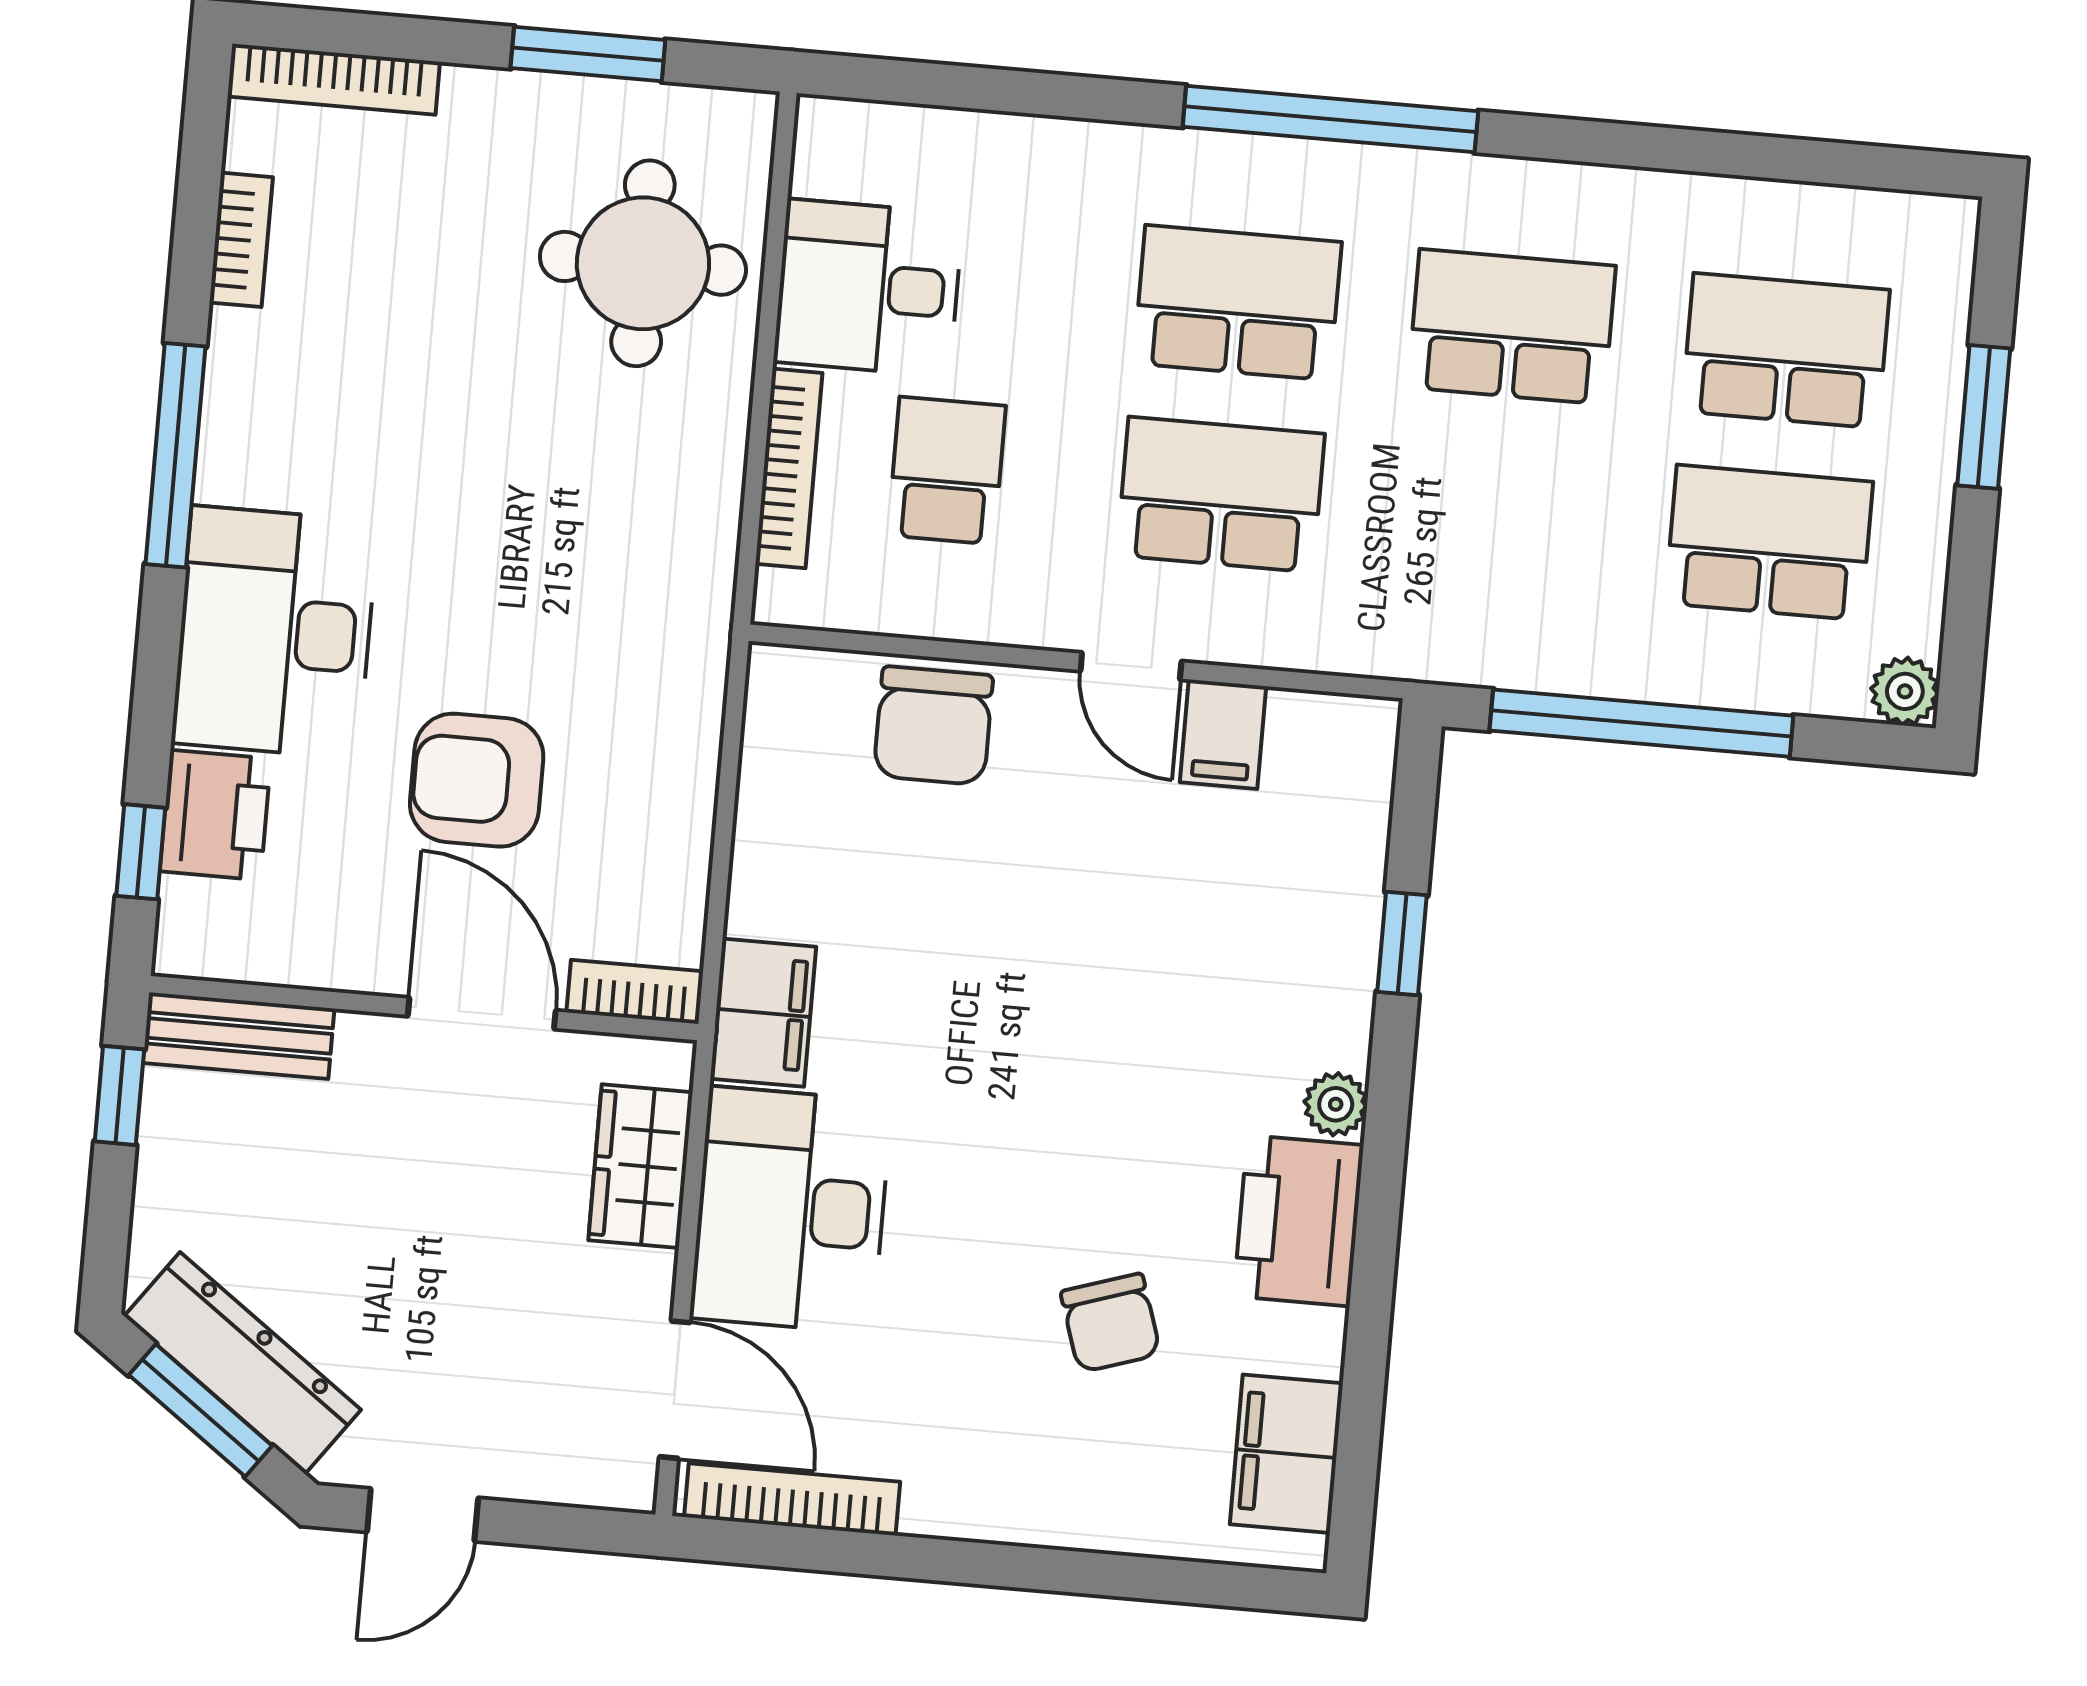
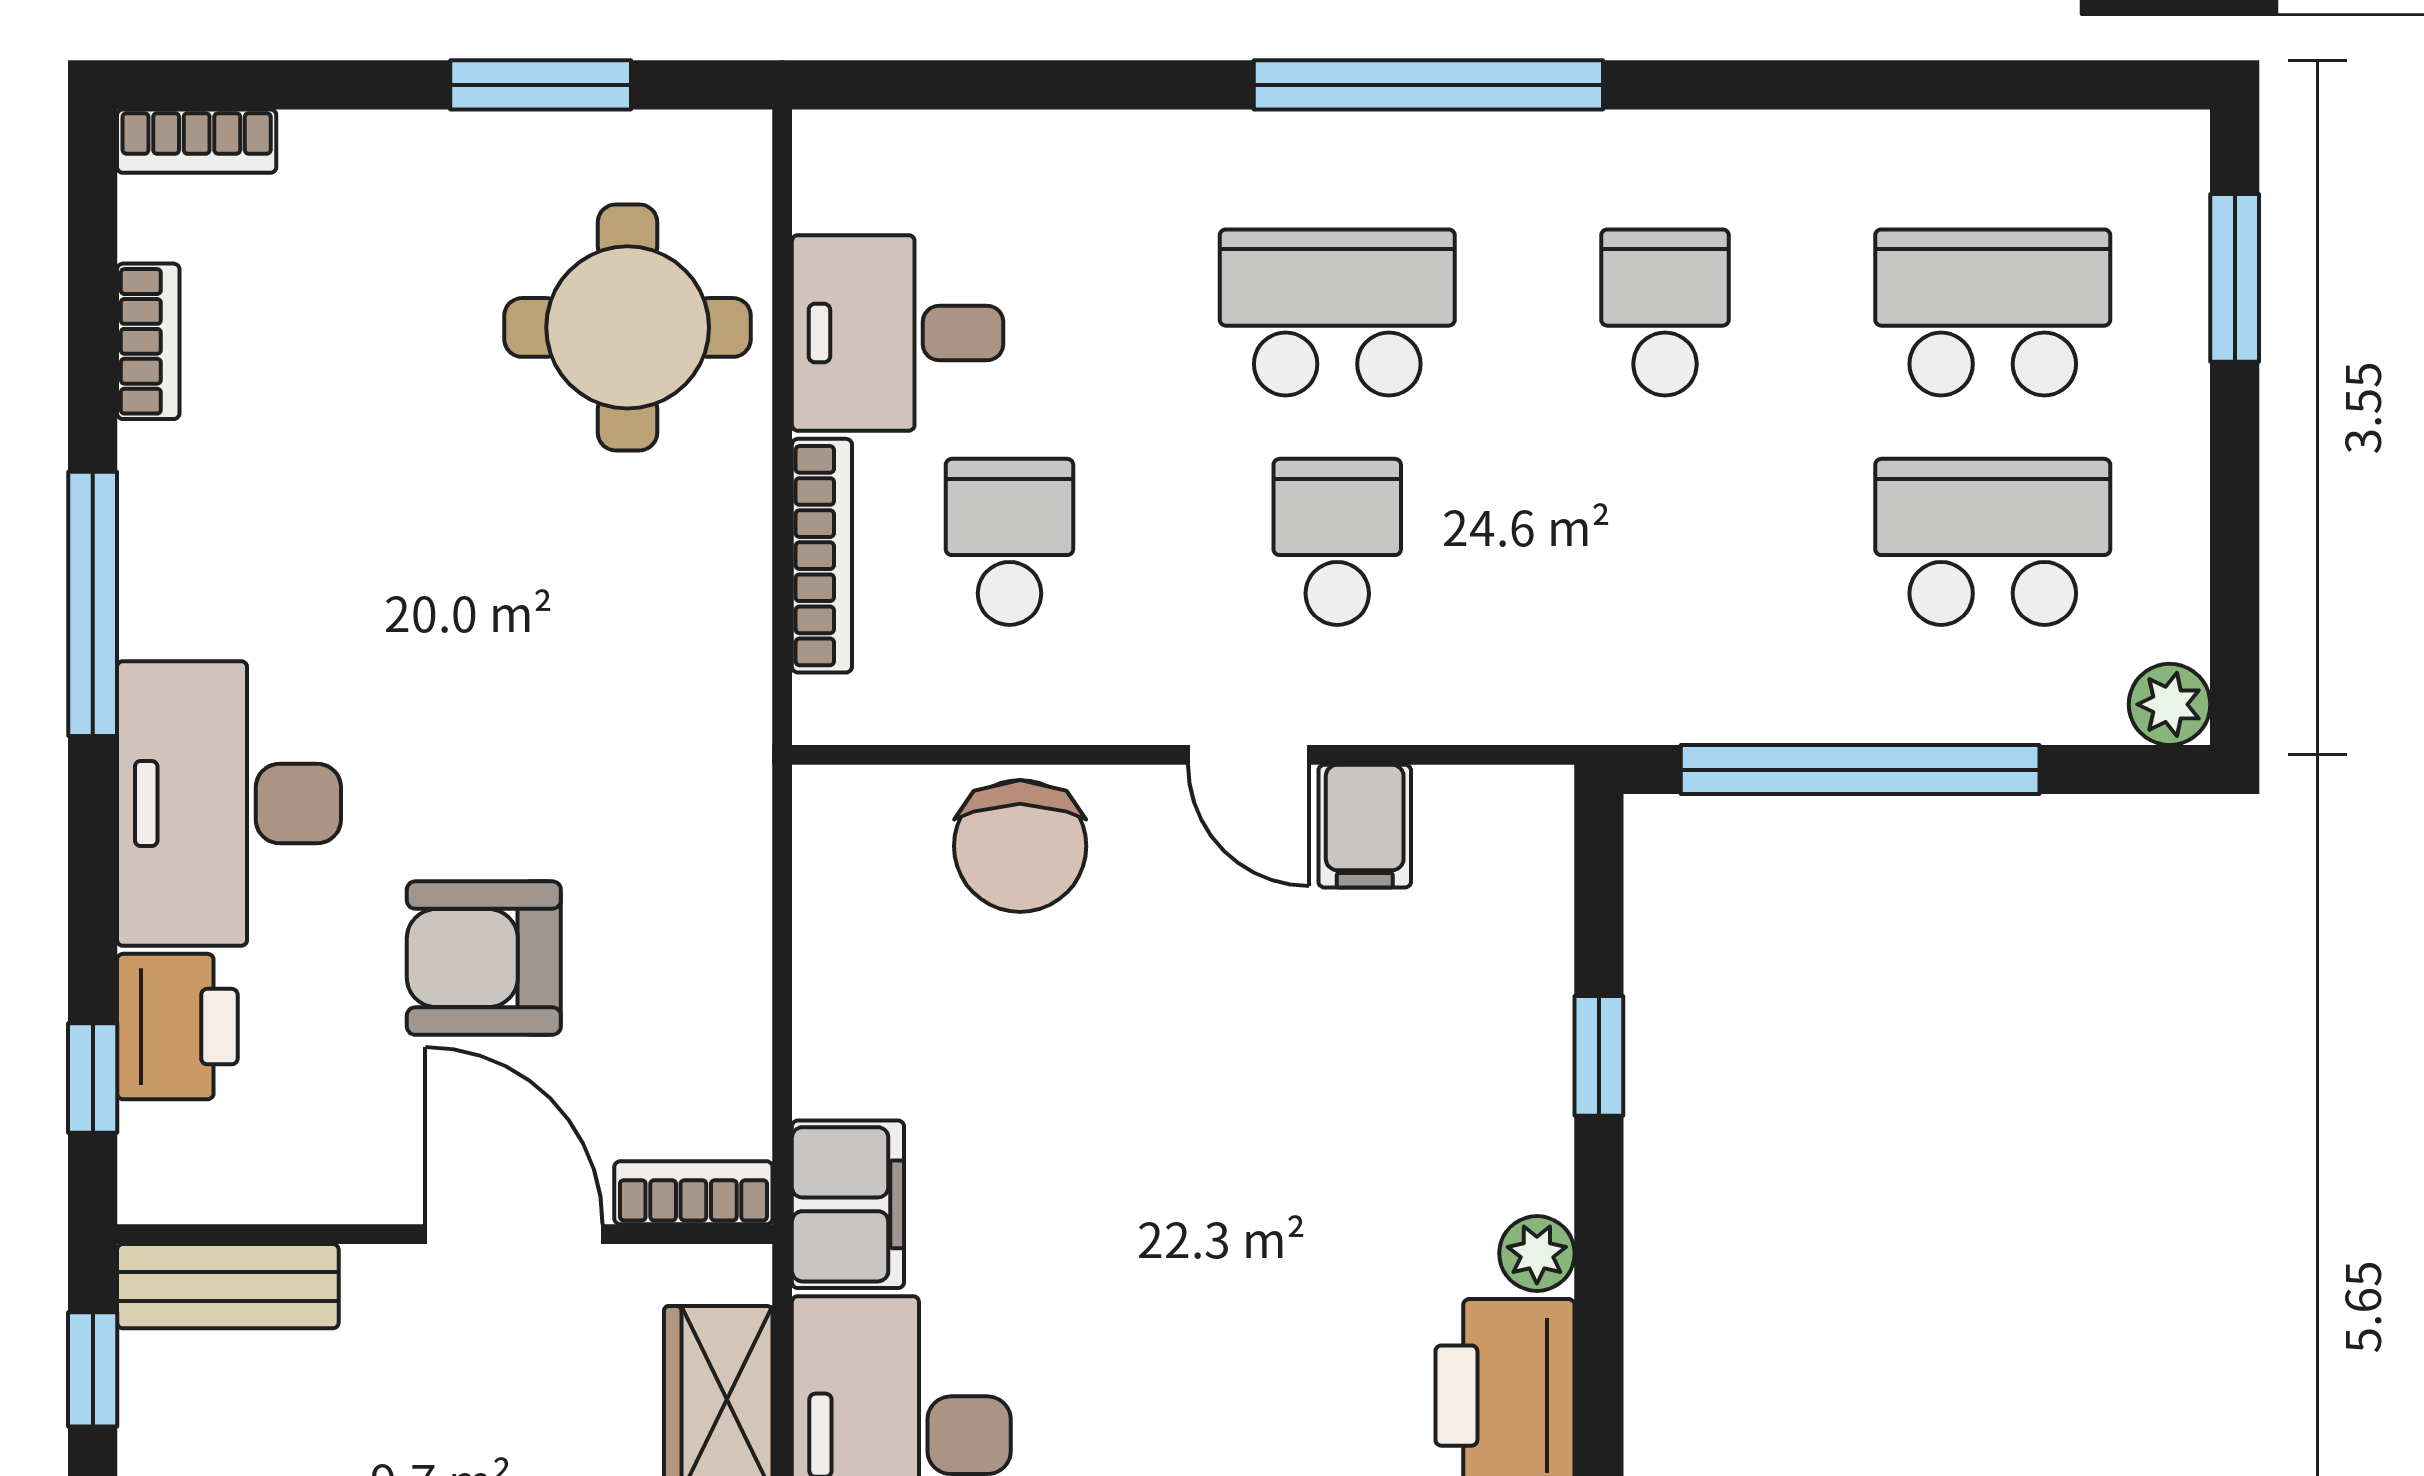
bookcase: (334, 79) -> (197, 141), width x0.64
school desk: (1512, 327) -> (1665, 312), width x0.54
window: (1984, 417) -> (2235, 278), moved
school desk: (1221, 495) -> (1337, 542), width x0.54

